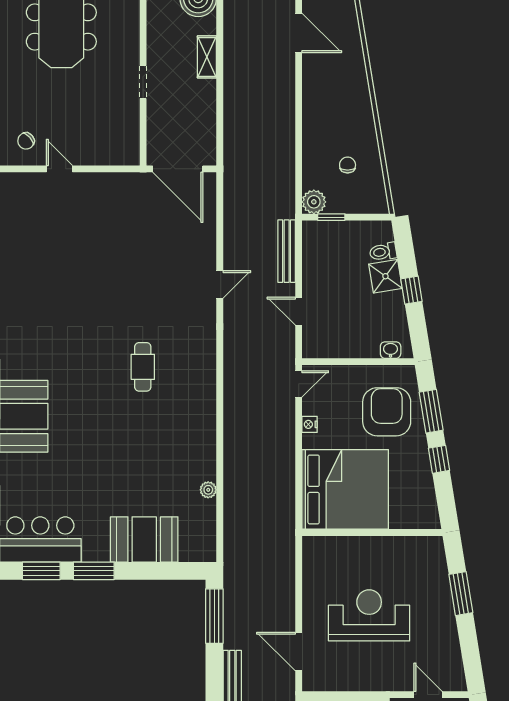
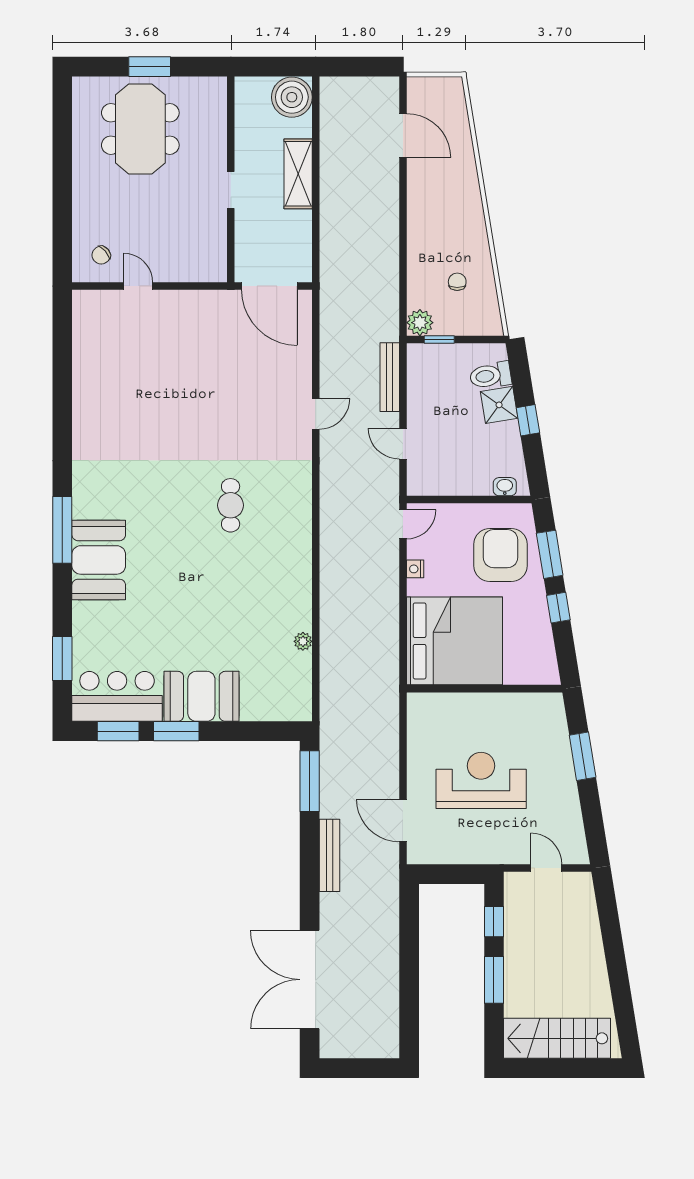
shelving: (207, 57) -> (298, 174), width x1.50, depth x1.33
toilet: (383, 252) -> (490, 375), width x1.37, depth x1.39
booth: (144, 539) -> (201, 696), moved

